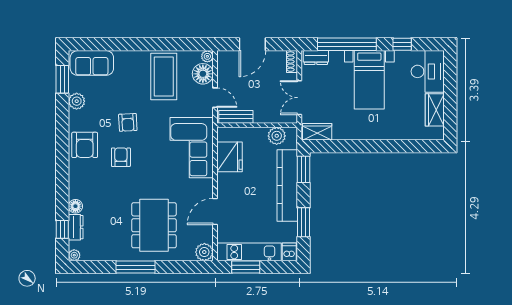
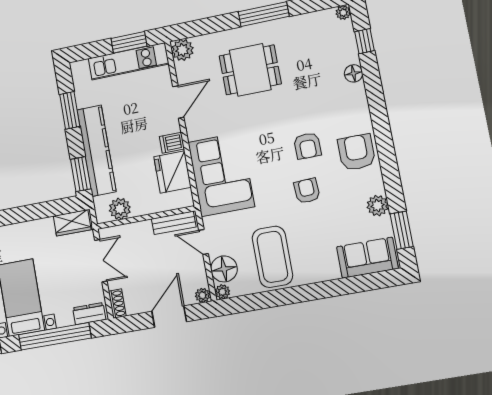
plant: (223, 56) -> (202, 295), added
dining table: (154, 225) -> (250, 70), width x0.73
dresser: (76, 227) -> (348, 47), removed
dishwasher: (289, 252) -> (172, 143), moved, turned 90

